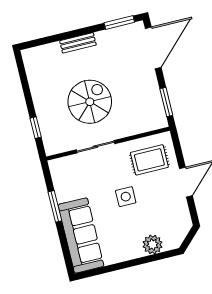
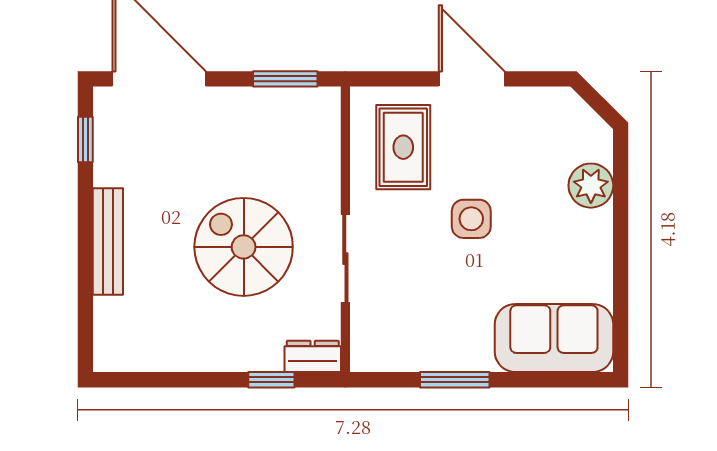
window: (119, 23) -> (85, 140), width x0.67
bench: (78, 43) -> (108, 241), width x1.36
dresser: (50, 143) -> (313, 356), added
sofa: (81, 235) -> (554, 338), width x0.73

